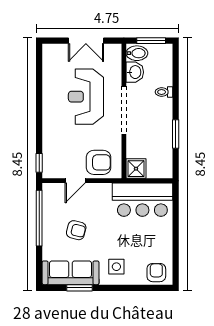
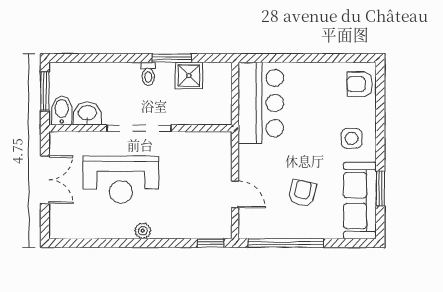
toilet: (164, 92) -> (148, 74), moved
plant: (48, 113) -> (143, 231), added
armchair: (99, 162) -> (210, 163), removed
shower: (136, 169) -> (189, 76), moved

